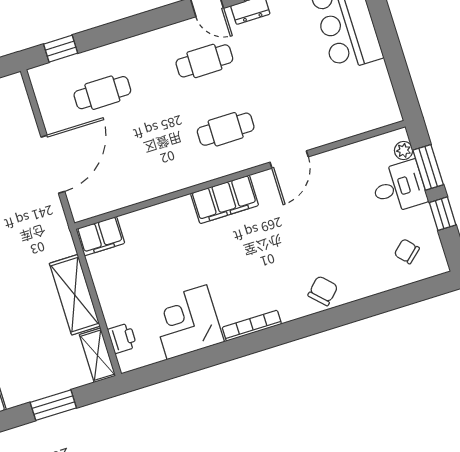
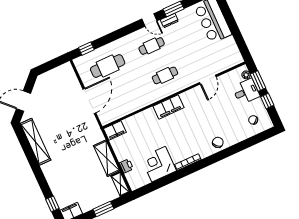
cafe table: (102, 93) -> (108, 66), width x1.37, depth x1.35
door: (289, 160) -> (208, 80), moved
printer: (122, 338) -> (126, 166), moved

